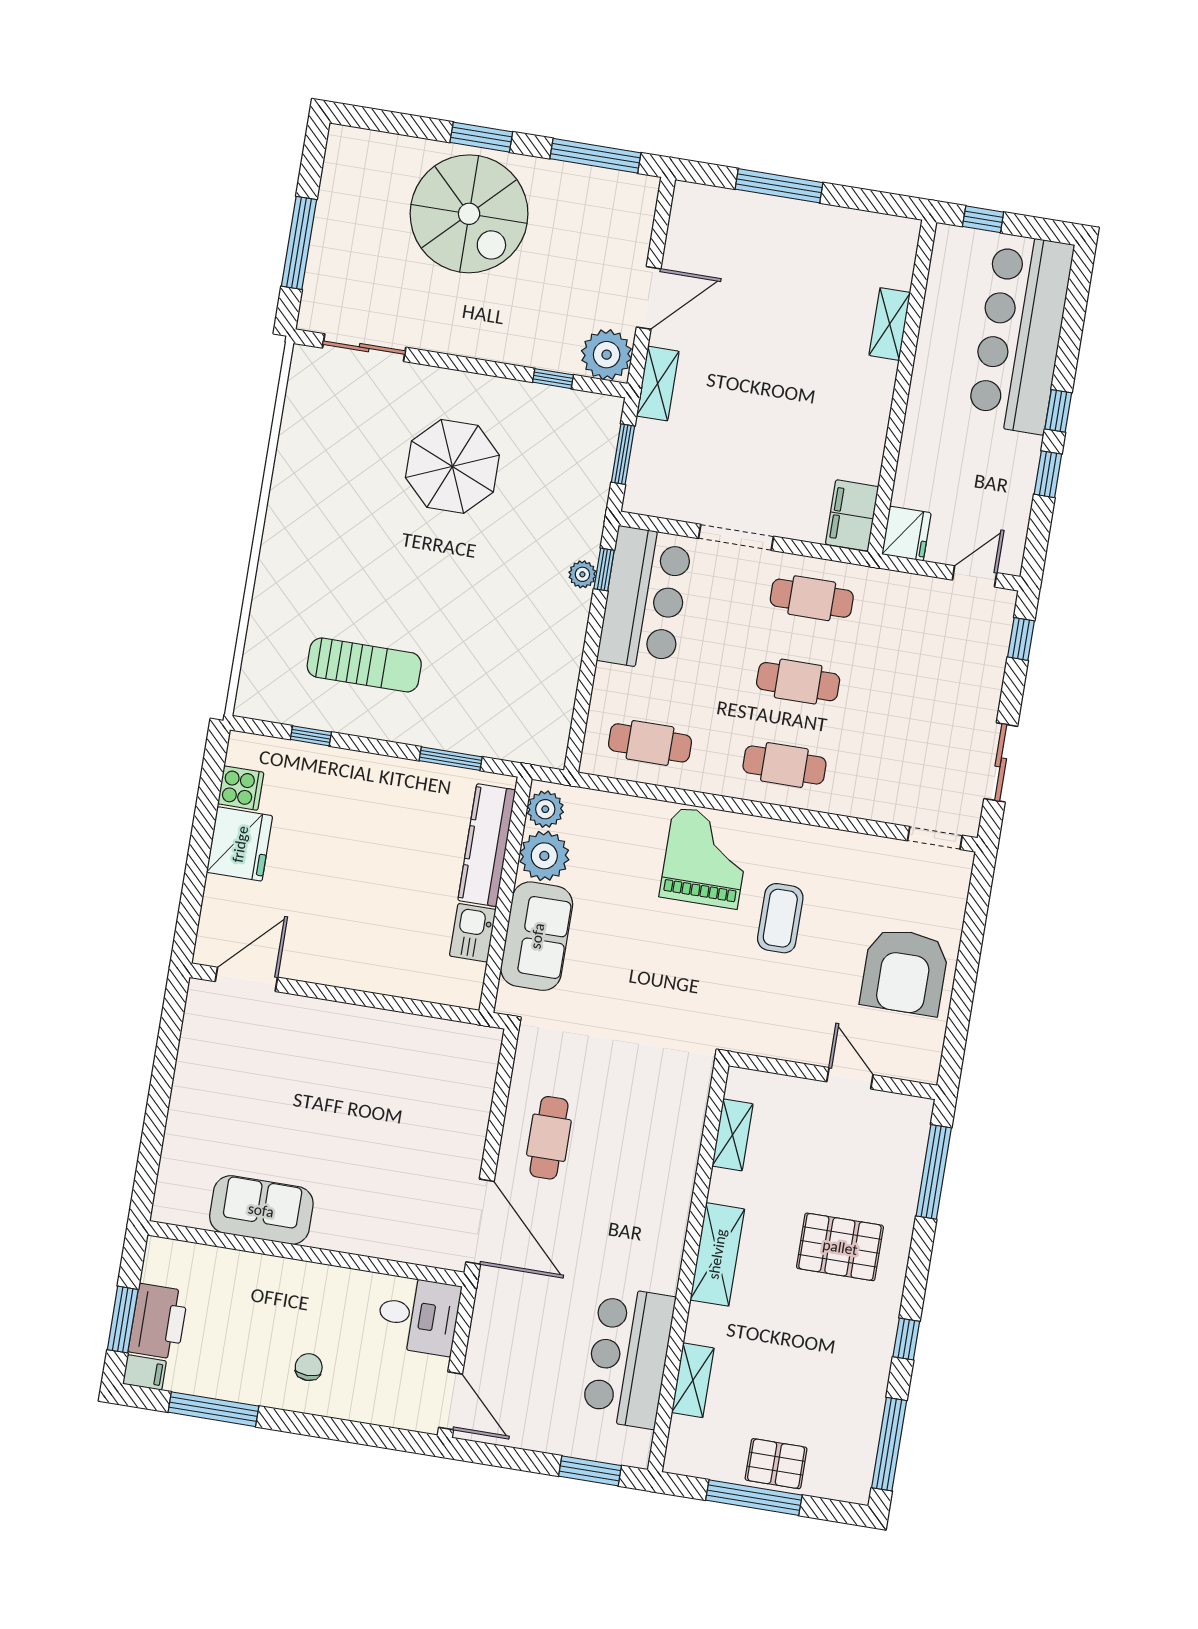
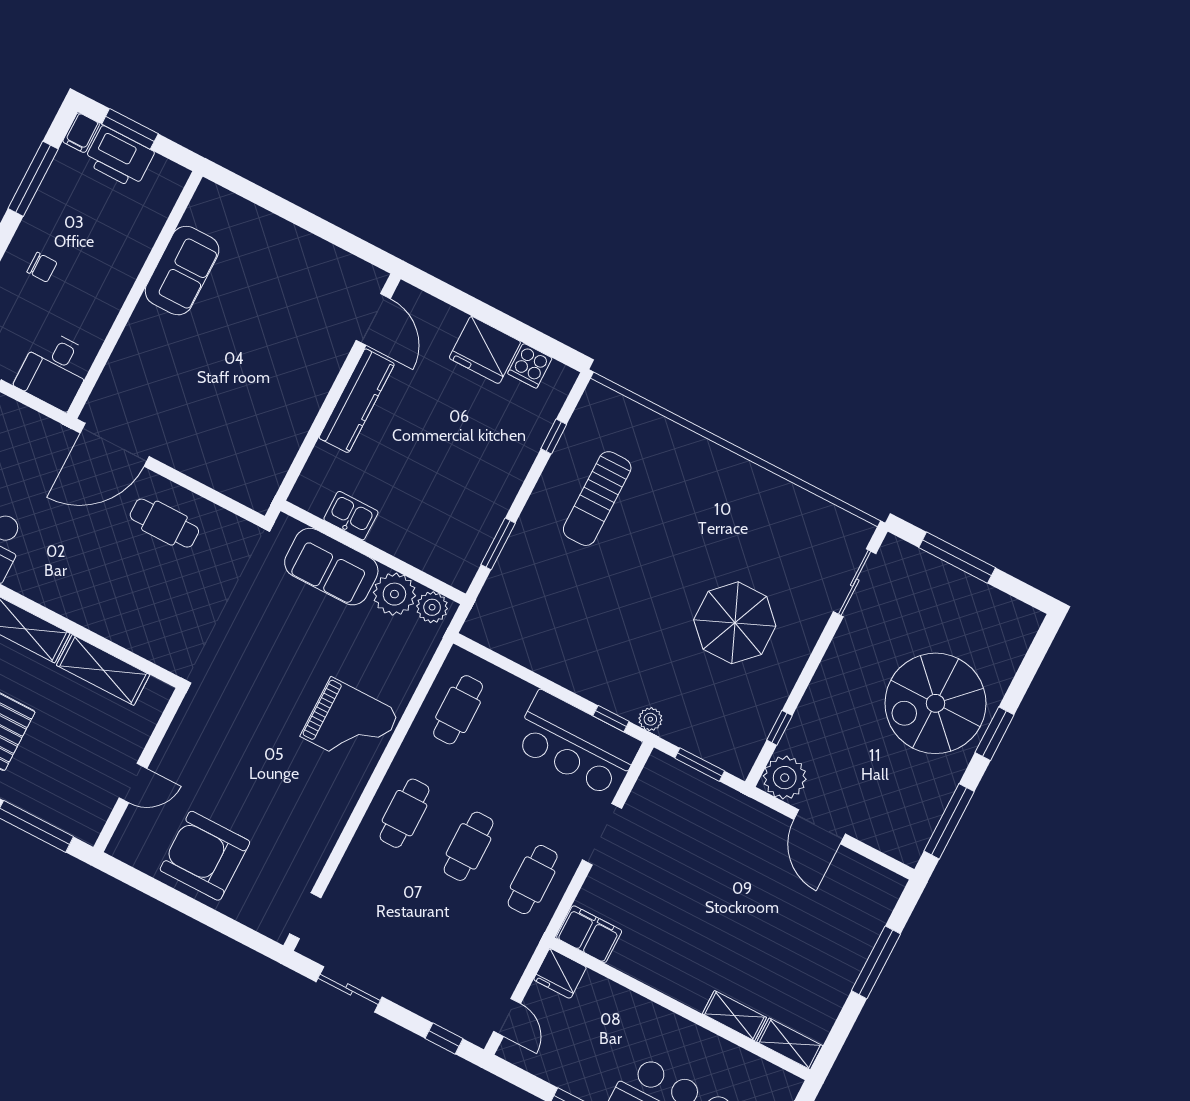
shelving: (658, 384) -> (790, 1044), moved
plant: (582, 574) -> (650, 719), moved
kitchen counter: (487, 845) -> (357, 401), moved, turned 90
coffee table: (780, 918) -> (281, 769), removed
shelving: (732, 1135) -> (103, 670), width x1.50, depth x1.33

